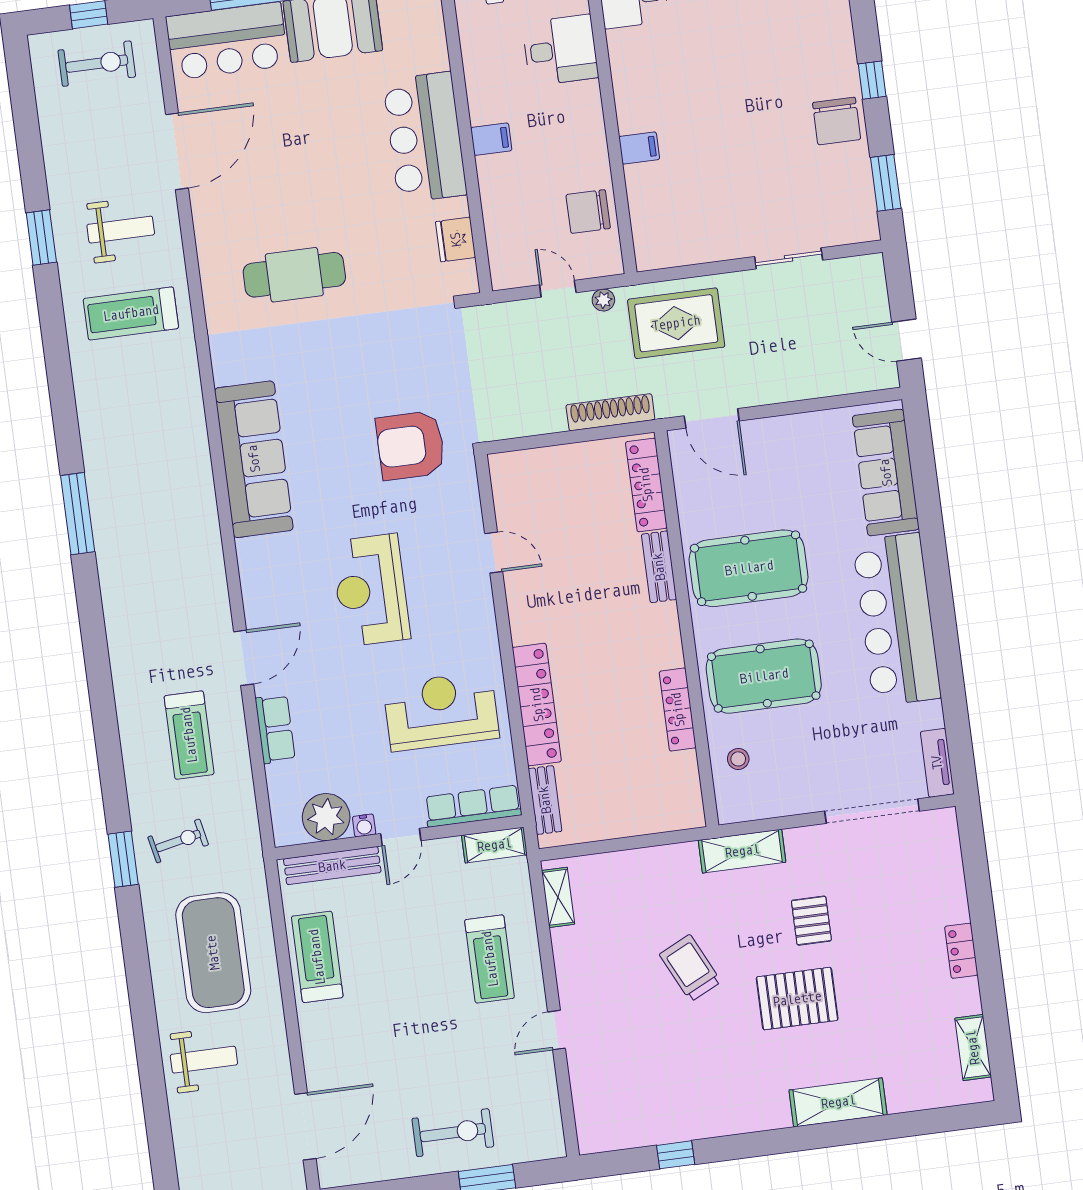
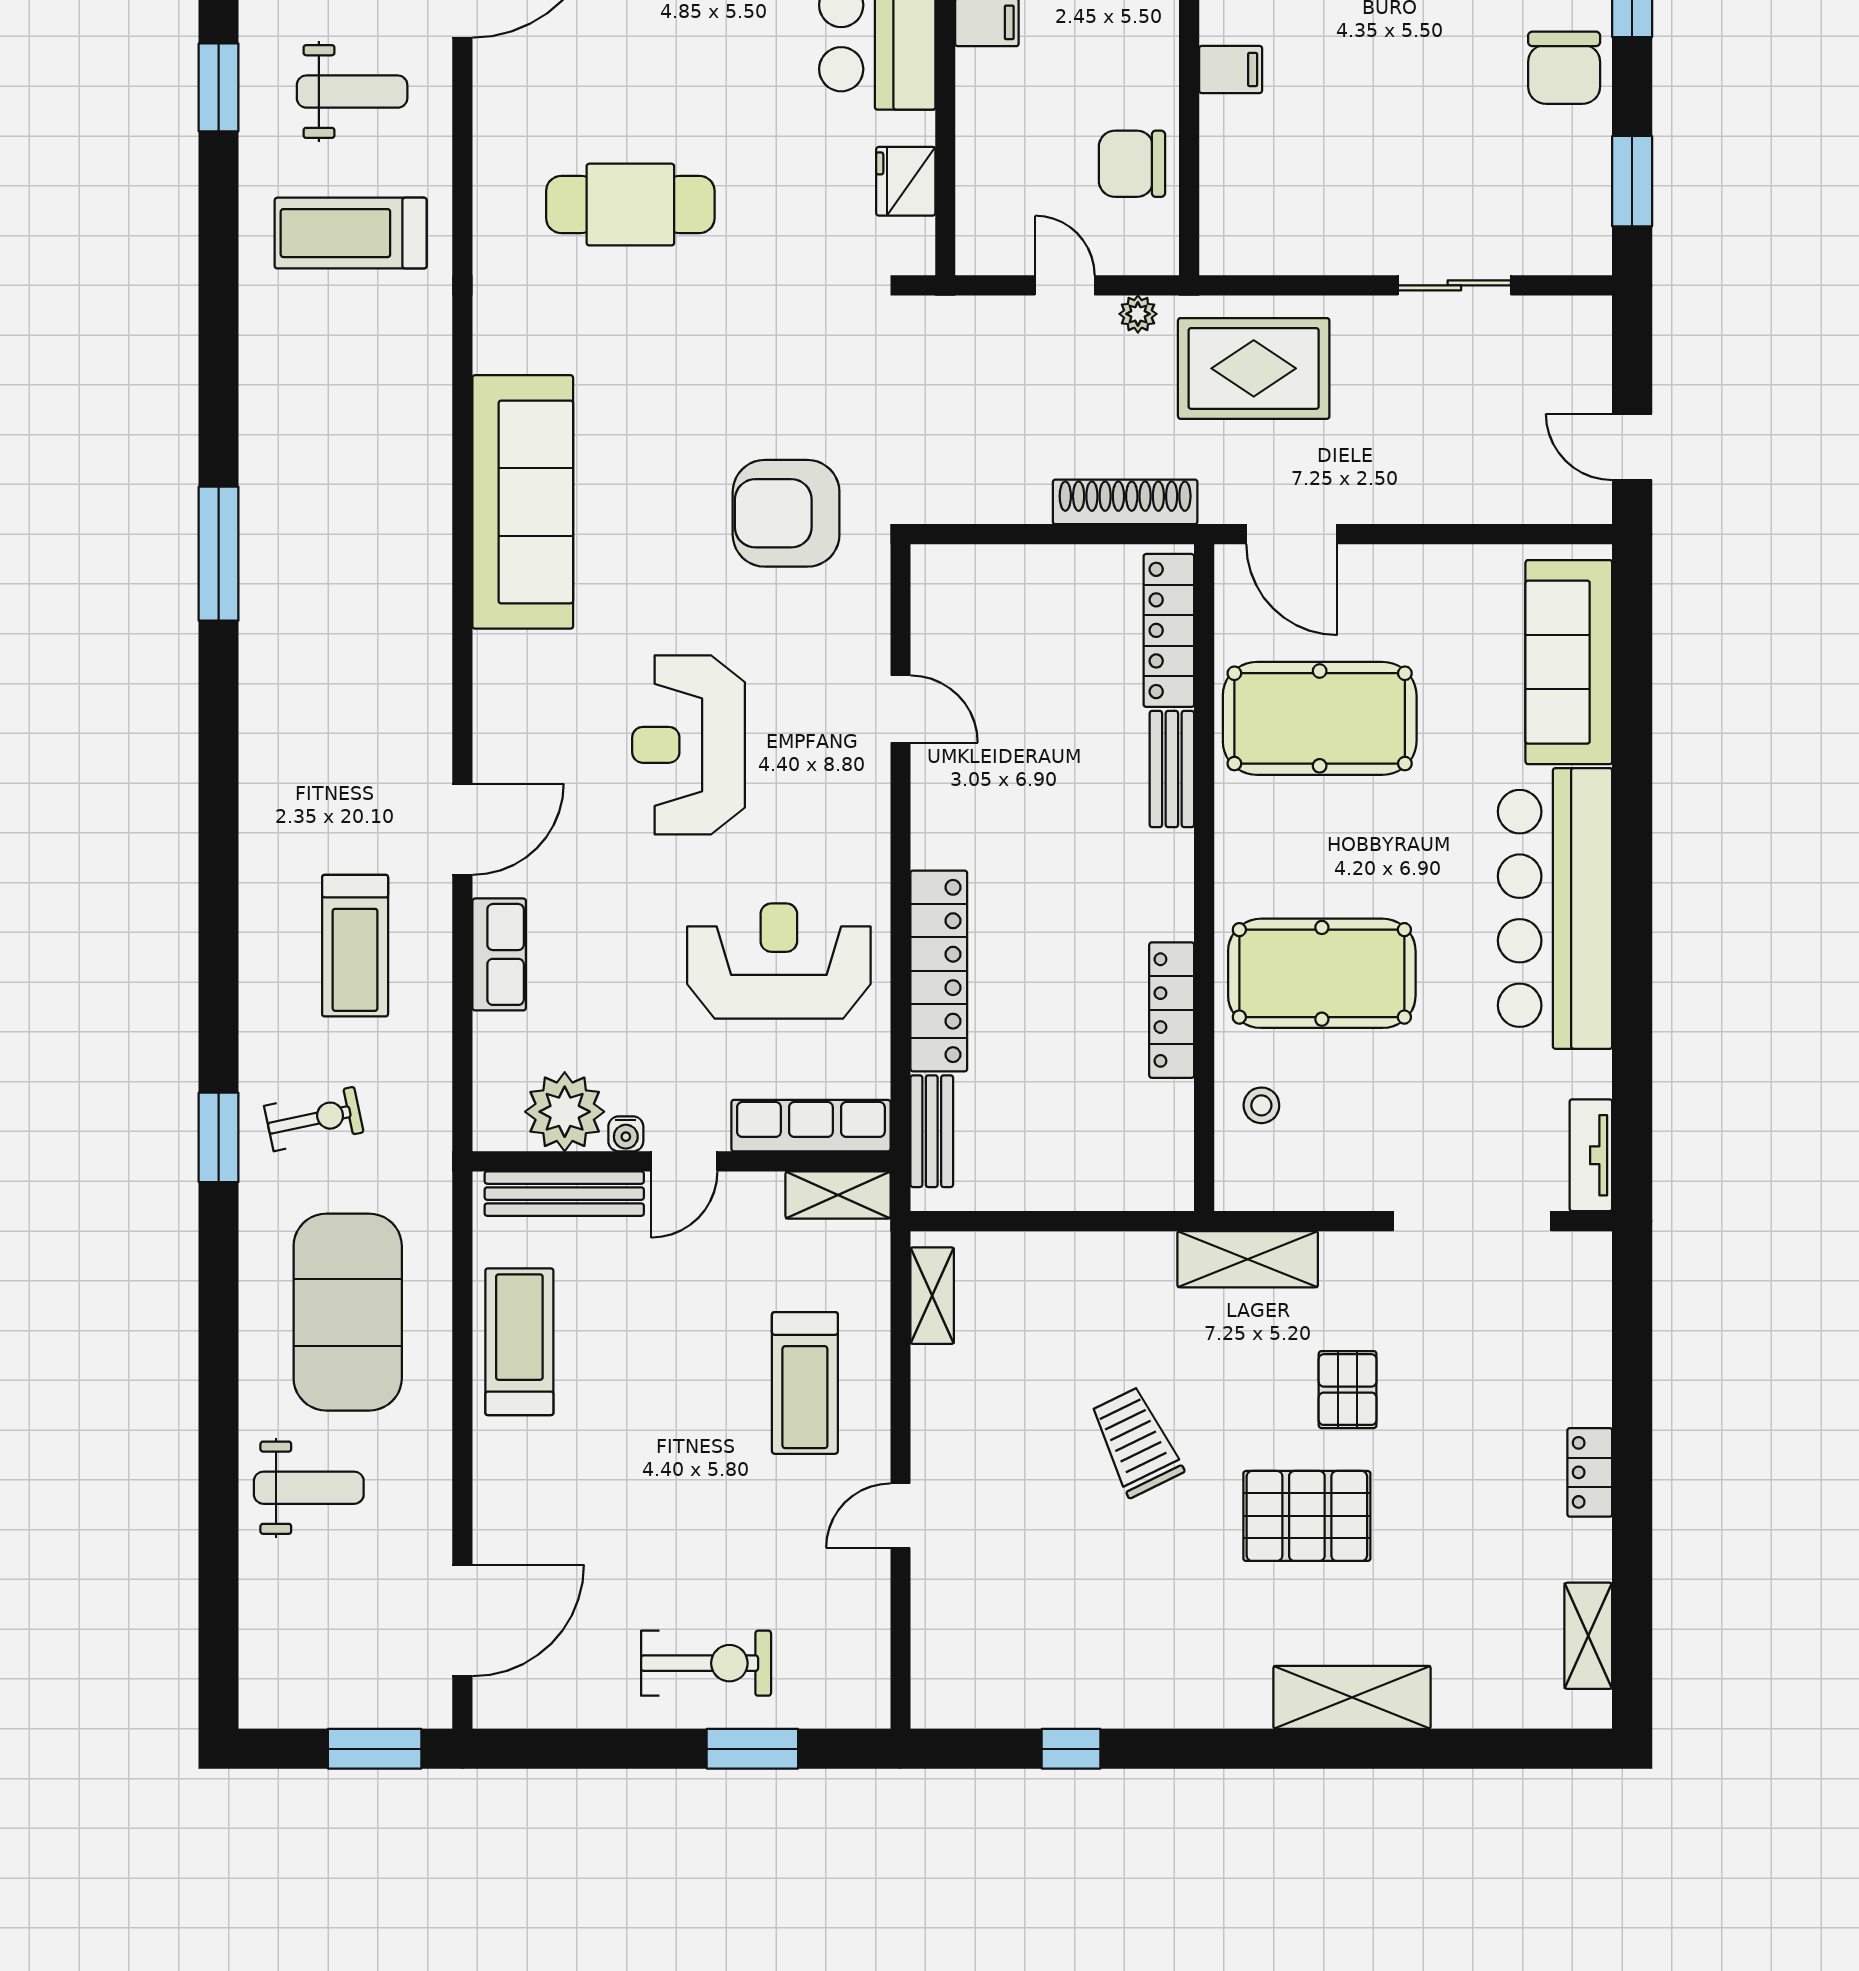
pool table: (749, 568) -> (1320, 718), moved

